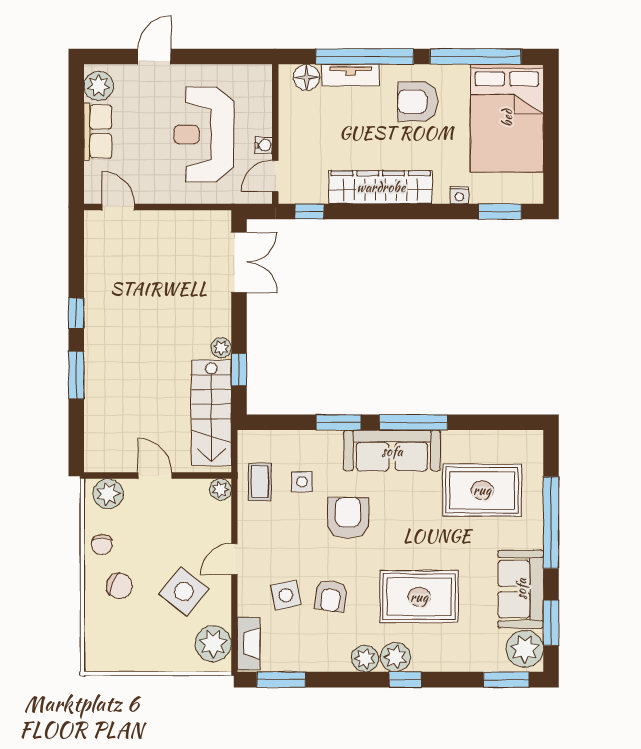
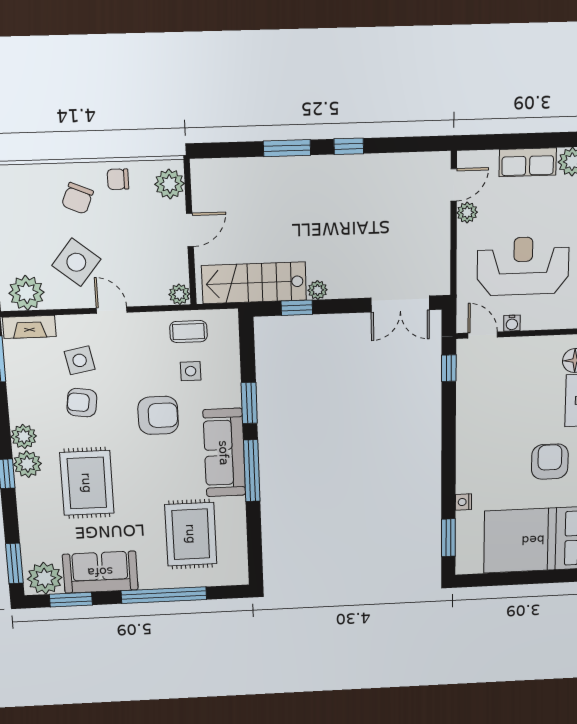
wardrobe: (381, 187) -> (471, 432), removed
plant: (147, 193) -> (467, 212), added

